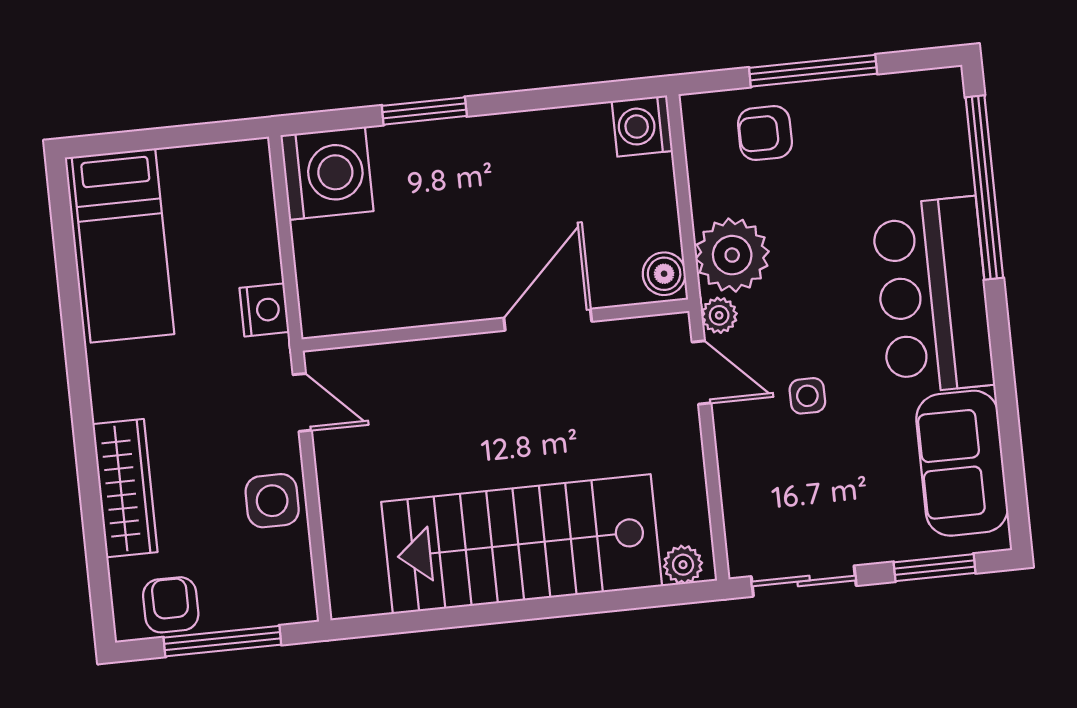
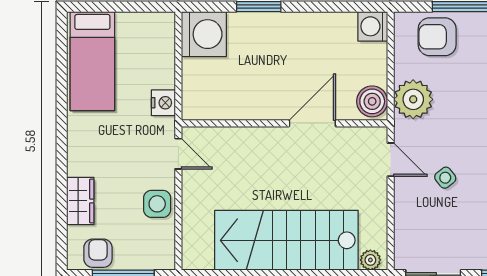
armchair: (765, 133) -> (437, 37), width x1.38, depth x1.38
boiler: (664, 274) -> (372, 101), width x1.36, depth x1.36
plant: (719, 315) -> (403, 130), removed
side table: (807, 396) -> (445, 178), turned -38
wardrobe: (125, 488) -> (80, 201), width x0.67

